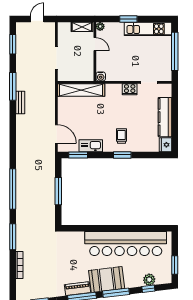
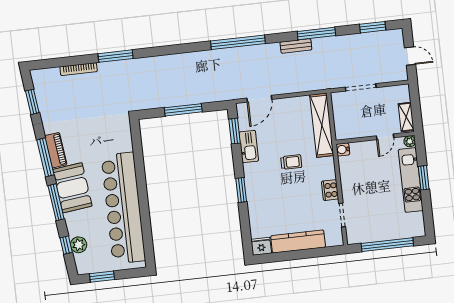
kitchen unit: (148, 29) -> (411, 180), moved
trolley: (121, 136) -> (291, 162), moved
window: (13, 189) -> (238, 42), moved

